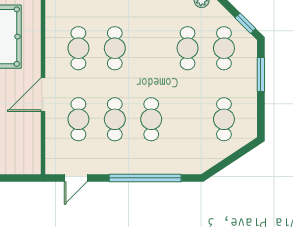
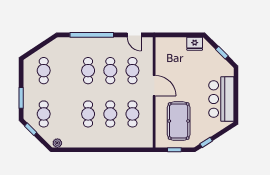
cafe table: (188, 48) -> (88, 114), moved
door: (43, 95) -> (154, 86), hinge flipped
door: (76, 178) -> (134, 35), swing flipped

